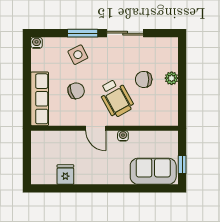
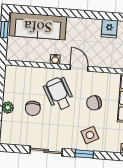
window: (83, 33) -> (84, 154), width x0.67
chair: (144, 79) -> (33, 108), turned 90
sofa: (153, 171) -> (38, 26), width x1.36

